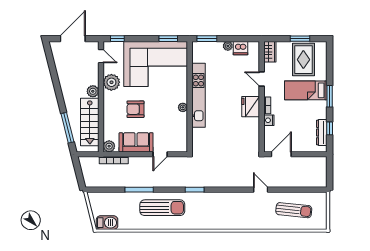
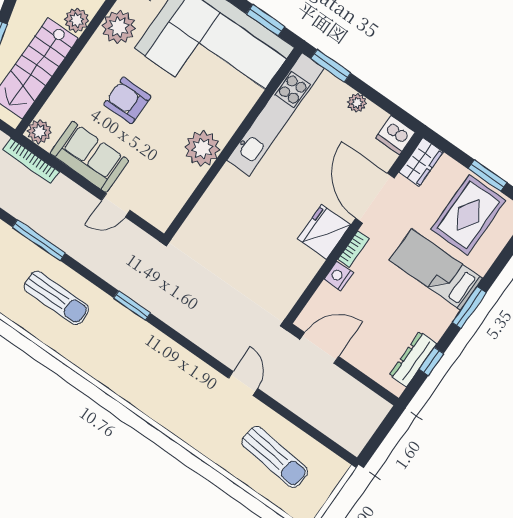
dishwasher: (240, 48) -> (396, 135), moved
door: (262, 79) -> (375, 198), width x1.88
kitchen unit: (198, 95) -> (275, 114), moved
plant: (183, 107) -> (202, 148), width x1.87, depth x1.87
sun lounger: (162, 208) -> (56, 298), width x0.73, depth x0.75

